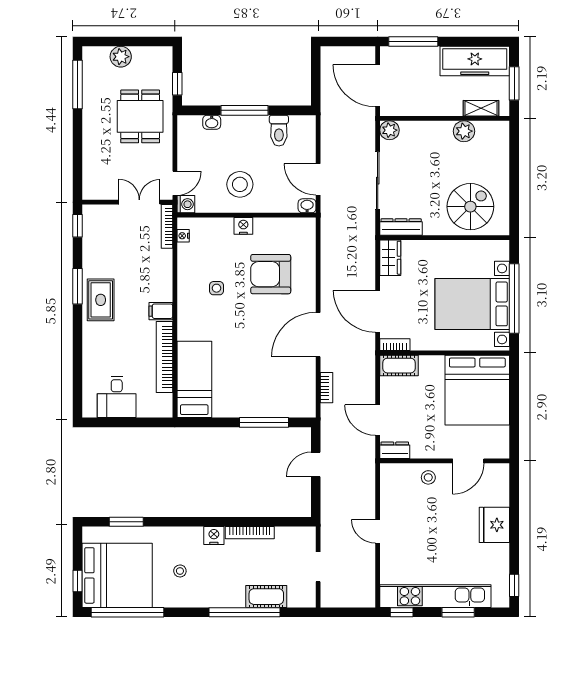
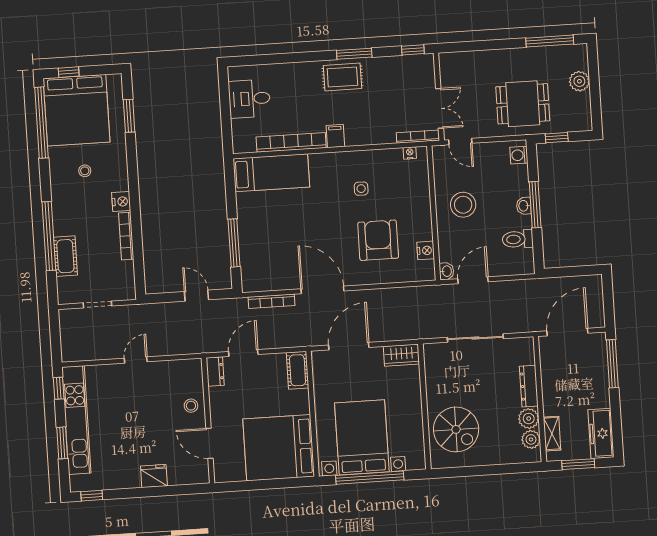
freezer: (475, 61) -> (601, 433), width x0.73, depth x0.79
washbasin: (212, 122) -> (524, 206), moved
plant: (389, 130) -> (531, 439), moved
washing machine: (186, 204) -> (519, 155), moved, turned 90
nightstand: (243, 226) -> (426, 250), moved
dresser: (401, 227) -> (529, 386), moved, turned 180
bookcase: (395, 345) -> (317, 365), removed
bookcase: (326, 388) -> (272, 301), width x1.56
fridge: (494, 525) -> (154, 476), width x0.73, depth x0.75

